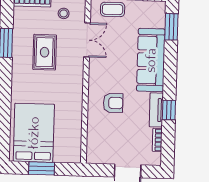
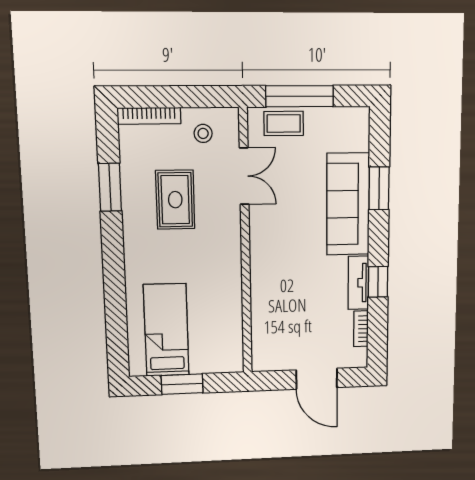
window: (171, 27) -> (379, 188), moved
armchair: (113, 103) -> (290, 276), removed
bed: (34, 133) -> (166, 330), width x0.67

